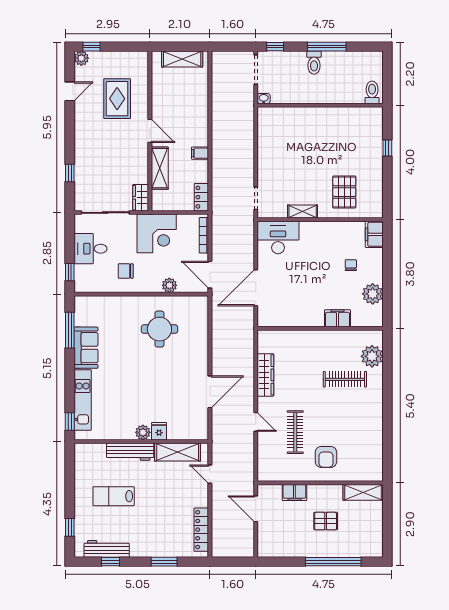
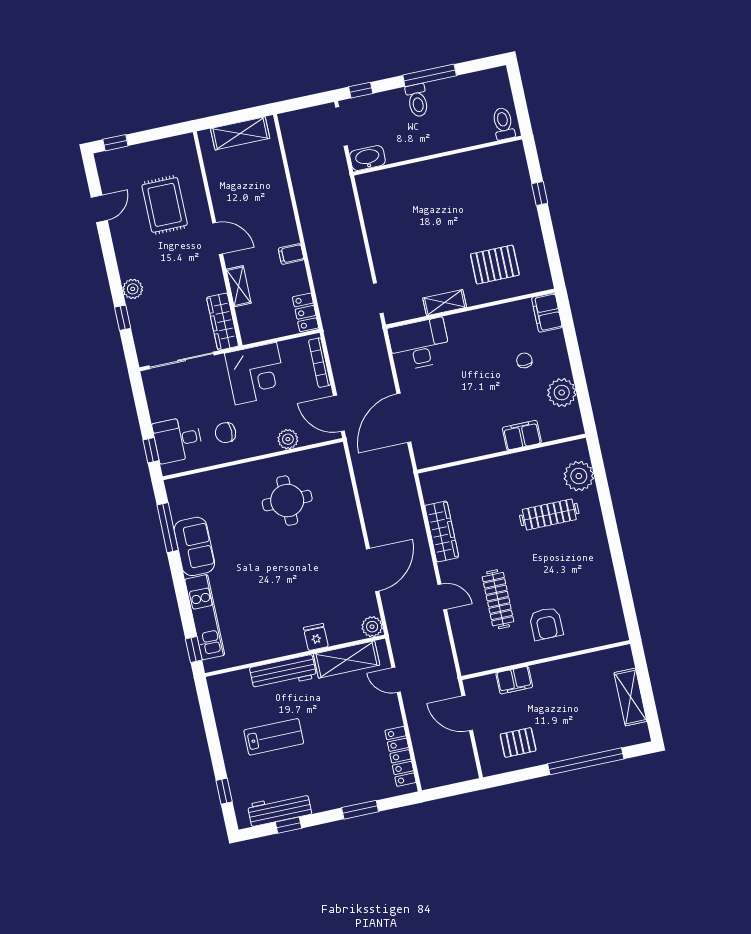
plant: (81, 58) -> (133, 289), moved
washbasin: (264, 99) -> (368, 158), width x1.91, depth x1.45
shelving: (160, 168) -> (239, 286), width x0.67, depth x0.75
pallet: (344, 192) -> (495, 265), turned 90
wardrobe: (141, 198) -> (223, 322), width x1.50
desk: (90, 249) -> (178, 440), moved
plant: (143, 432) -> (372, 627), moved
shelving: (363, 492) -> (630, 697), moved, turned 90
lab bench: (114, 496) -> (274, 737), turned 180
pallet: (326, 521) -> (518, 742), moved

